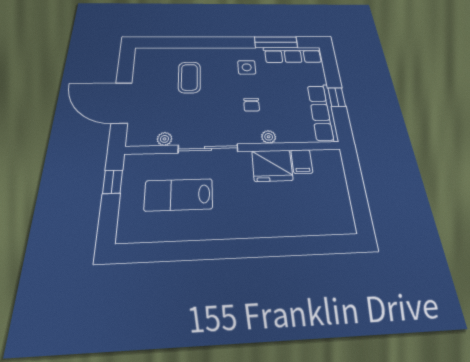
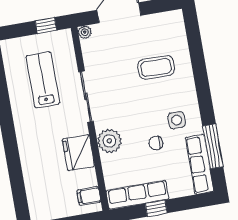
chair: (252, 105) -> (156, 143), moved
plant: (269, 137) -> (109, 141), width x1.88, depth x1.88
plant: (165, 139) -> (85, 32), moved
filing cabinet: (302, 161) -> (89, 196), moved

